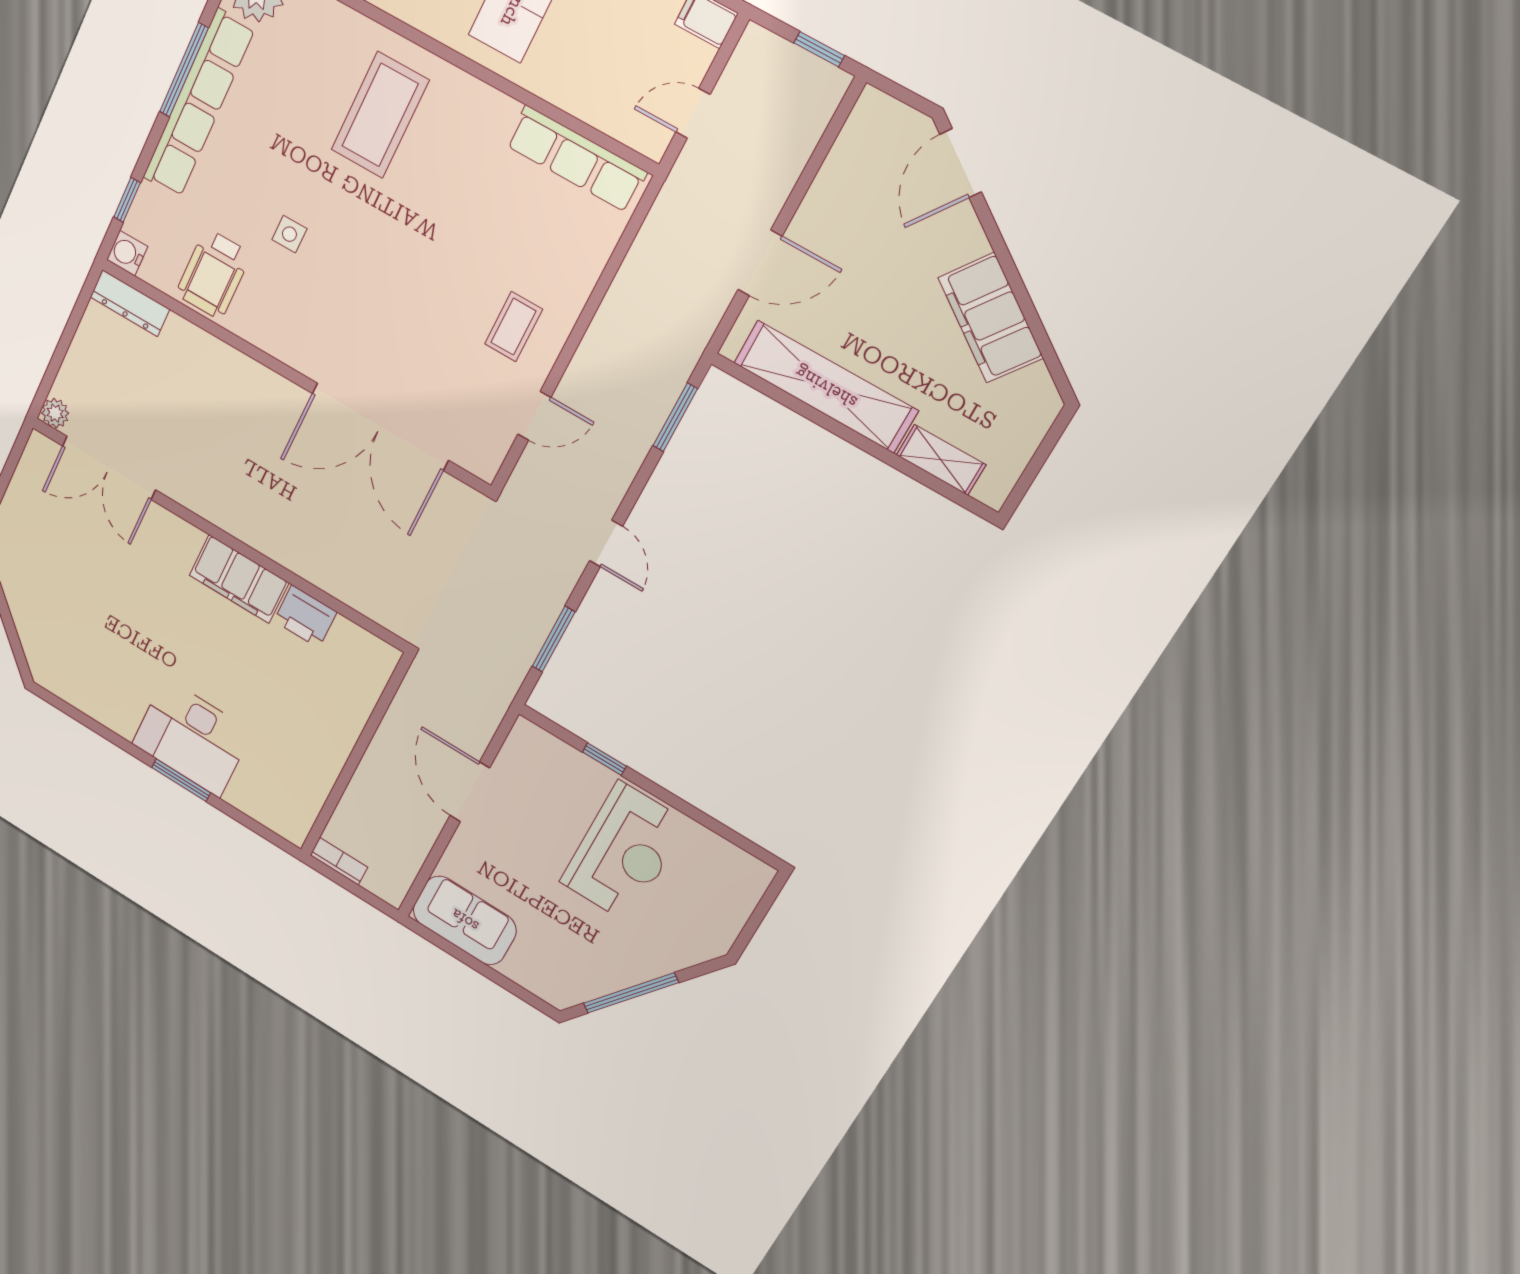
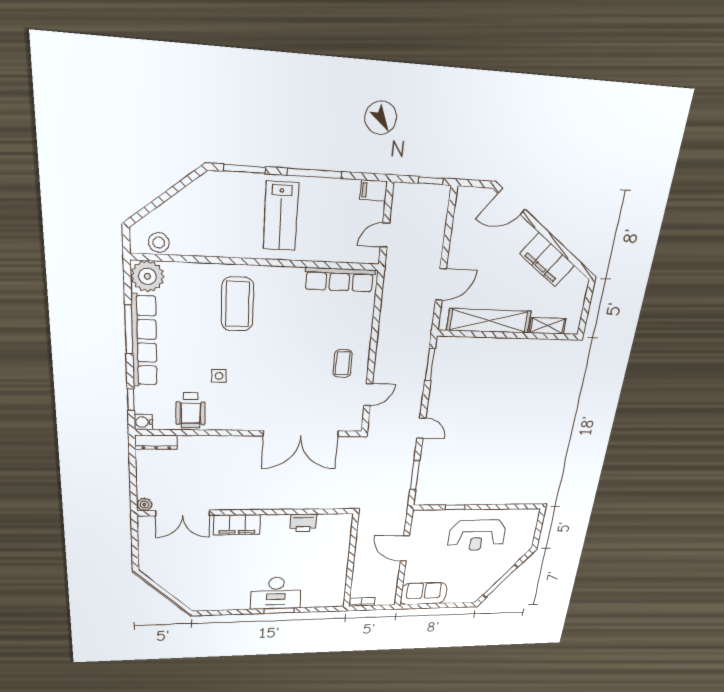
door: (961, 163) -> (511, 201), hinge flipped
filing cabinet: (239, 579) -> (237, 525), moved
reception desk: (623, 852) -> (477, 535), turned 90

